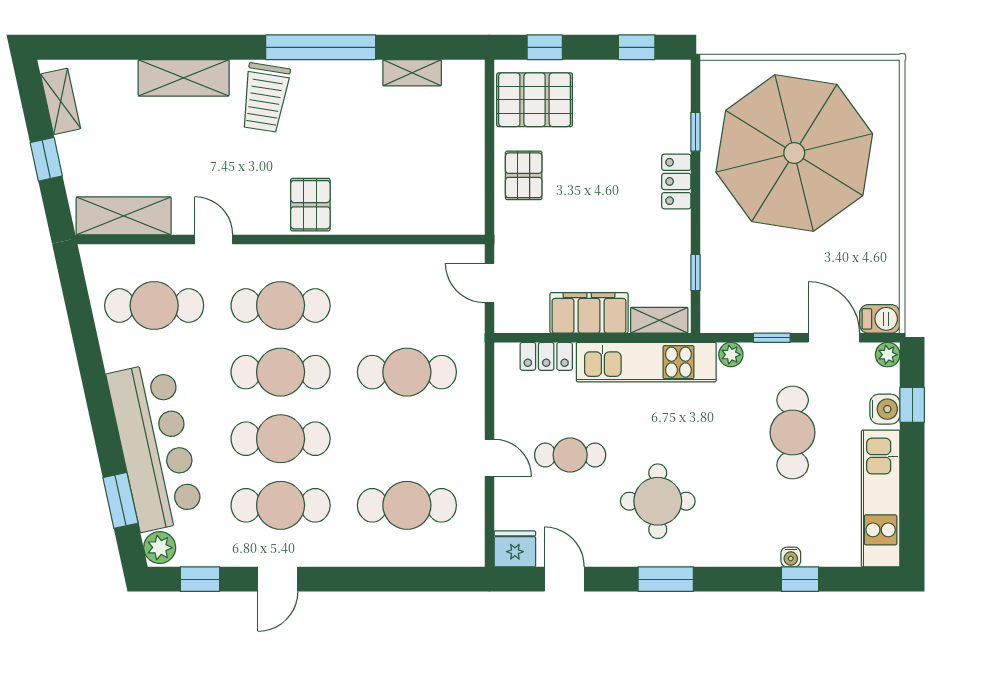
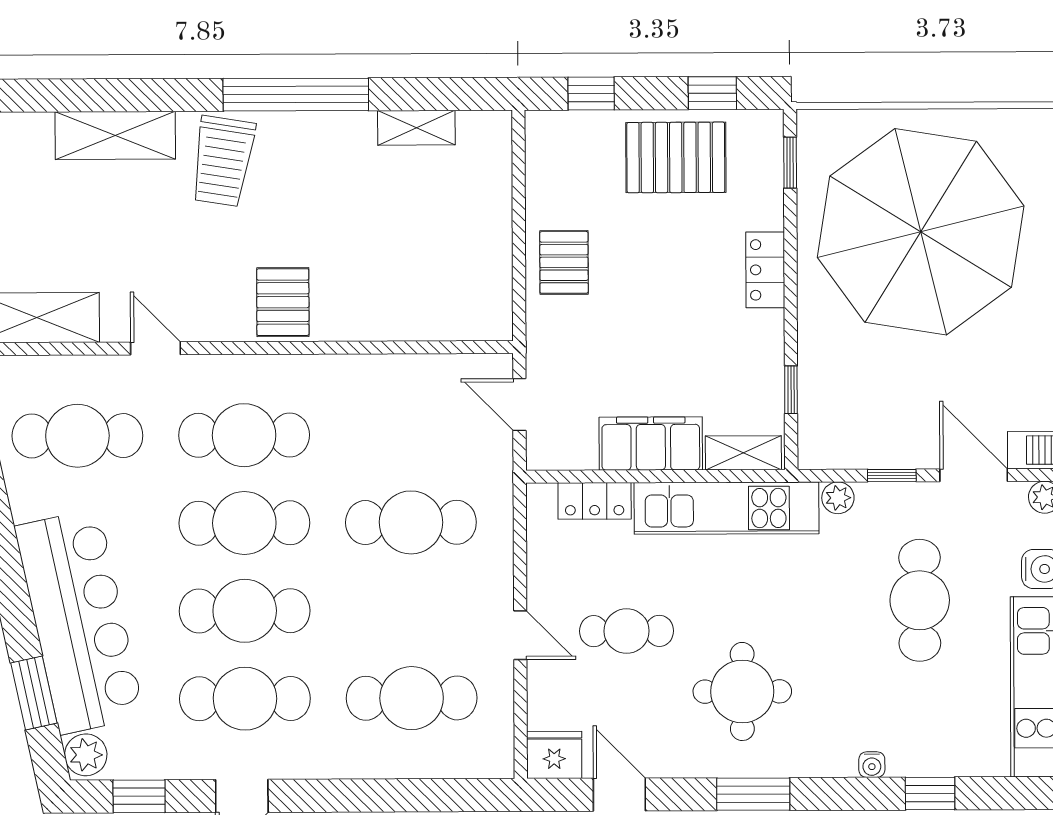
pallet: (535, 100) -> (676, 157), moved
window: (695, 132) -> (790, 163), moved
water cooler: (791, 557) -> (872, 765), moved

